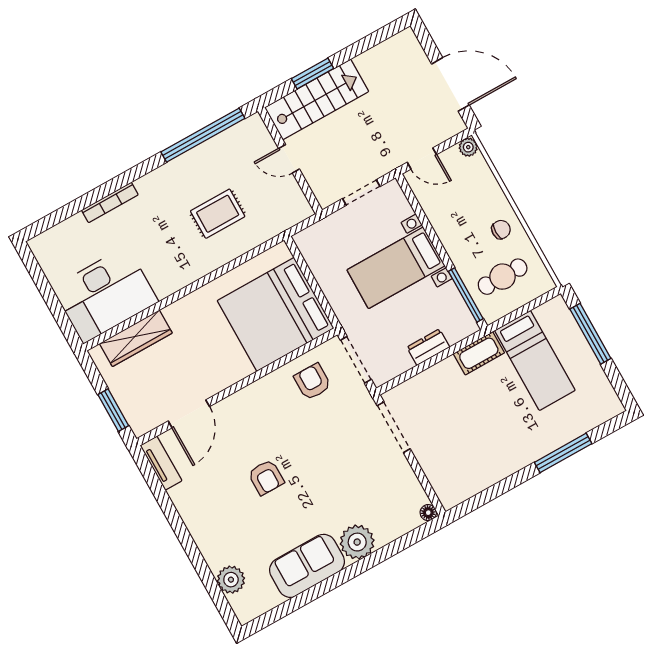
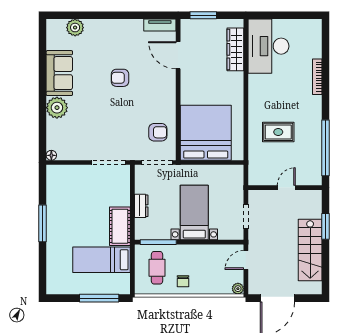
stairs: (317, 99) -> (310, 250), moved
rug: (218, 214) -> (278, 132), turned 90
cot: (479, 353) -> (120, 226), width x1.37, depth x1.34
window: (563, 453) -> (43, 223), moved

